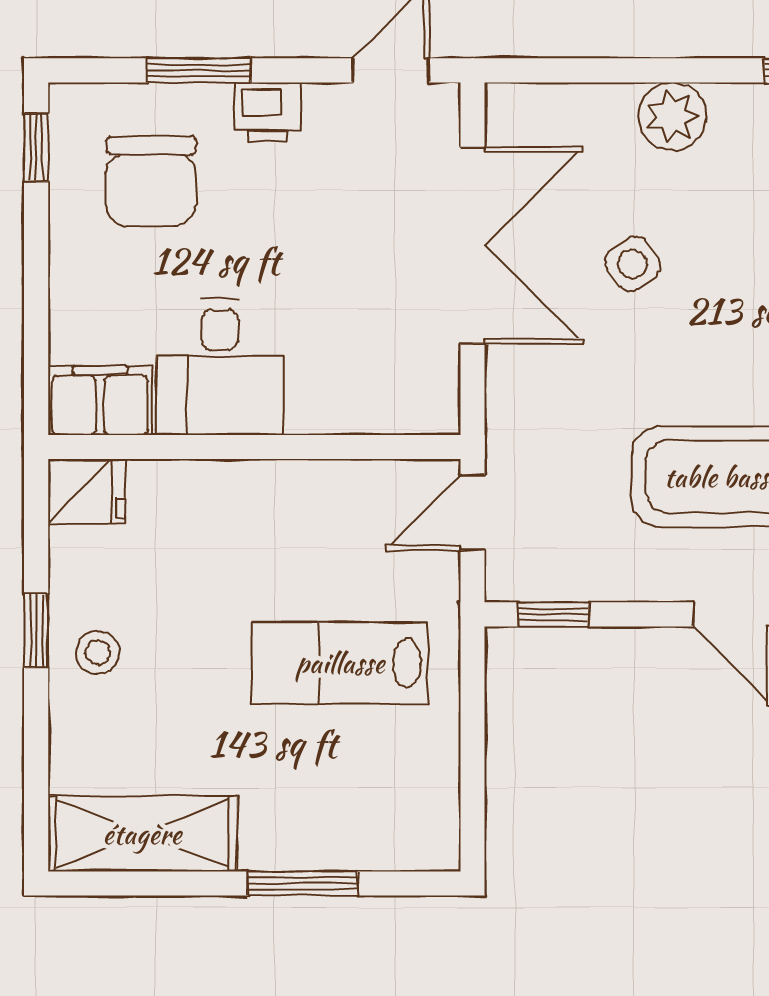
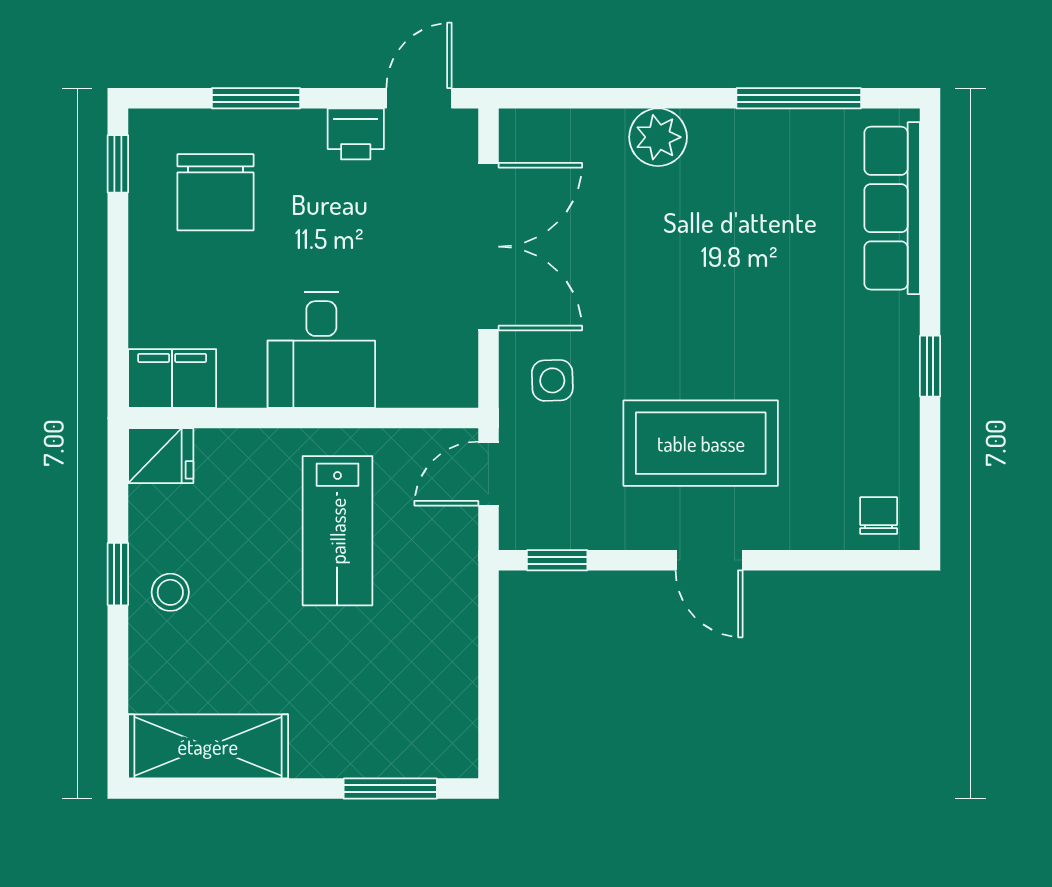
printer: (267, 112) -> (356, 134), moved
side table: (633, 264) -> (552, 380), moved, turned 34
desk: (220, 367) -> (321, 350), moved
lab bench: (340, 663) -> (337, 531), moved, turned -90
window: (303, 883) -> (390, 789), moved

